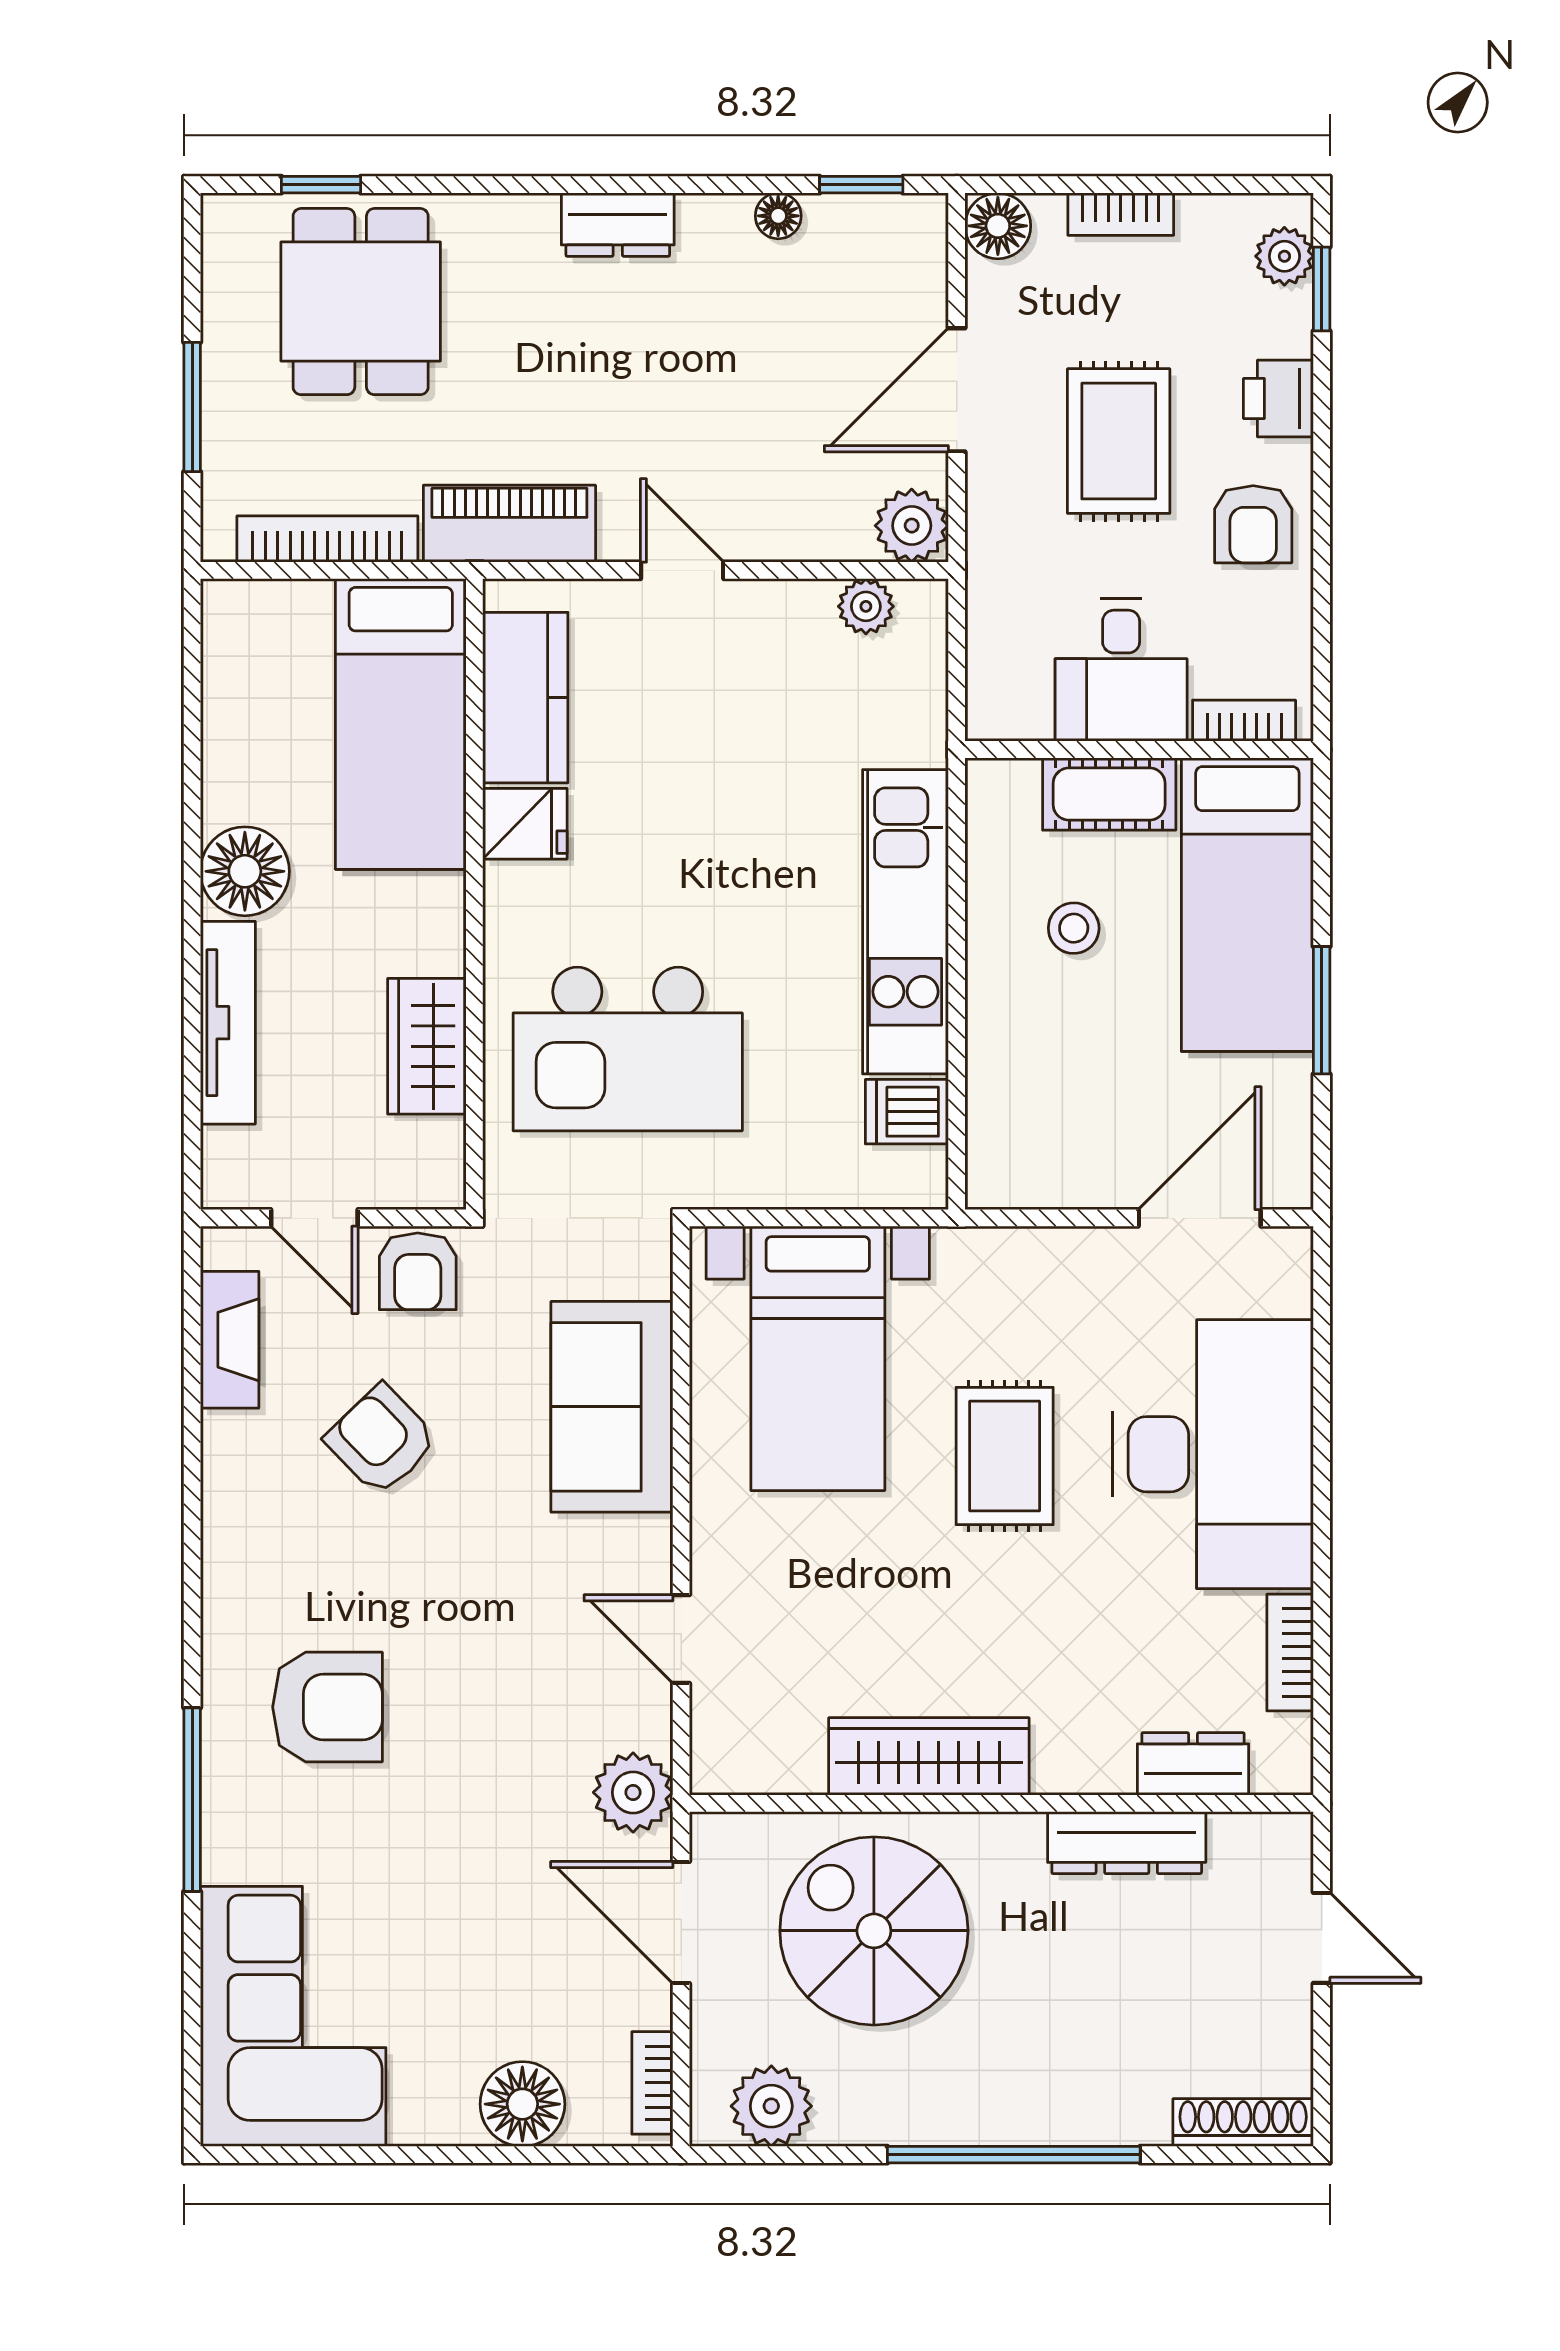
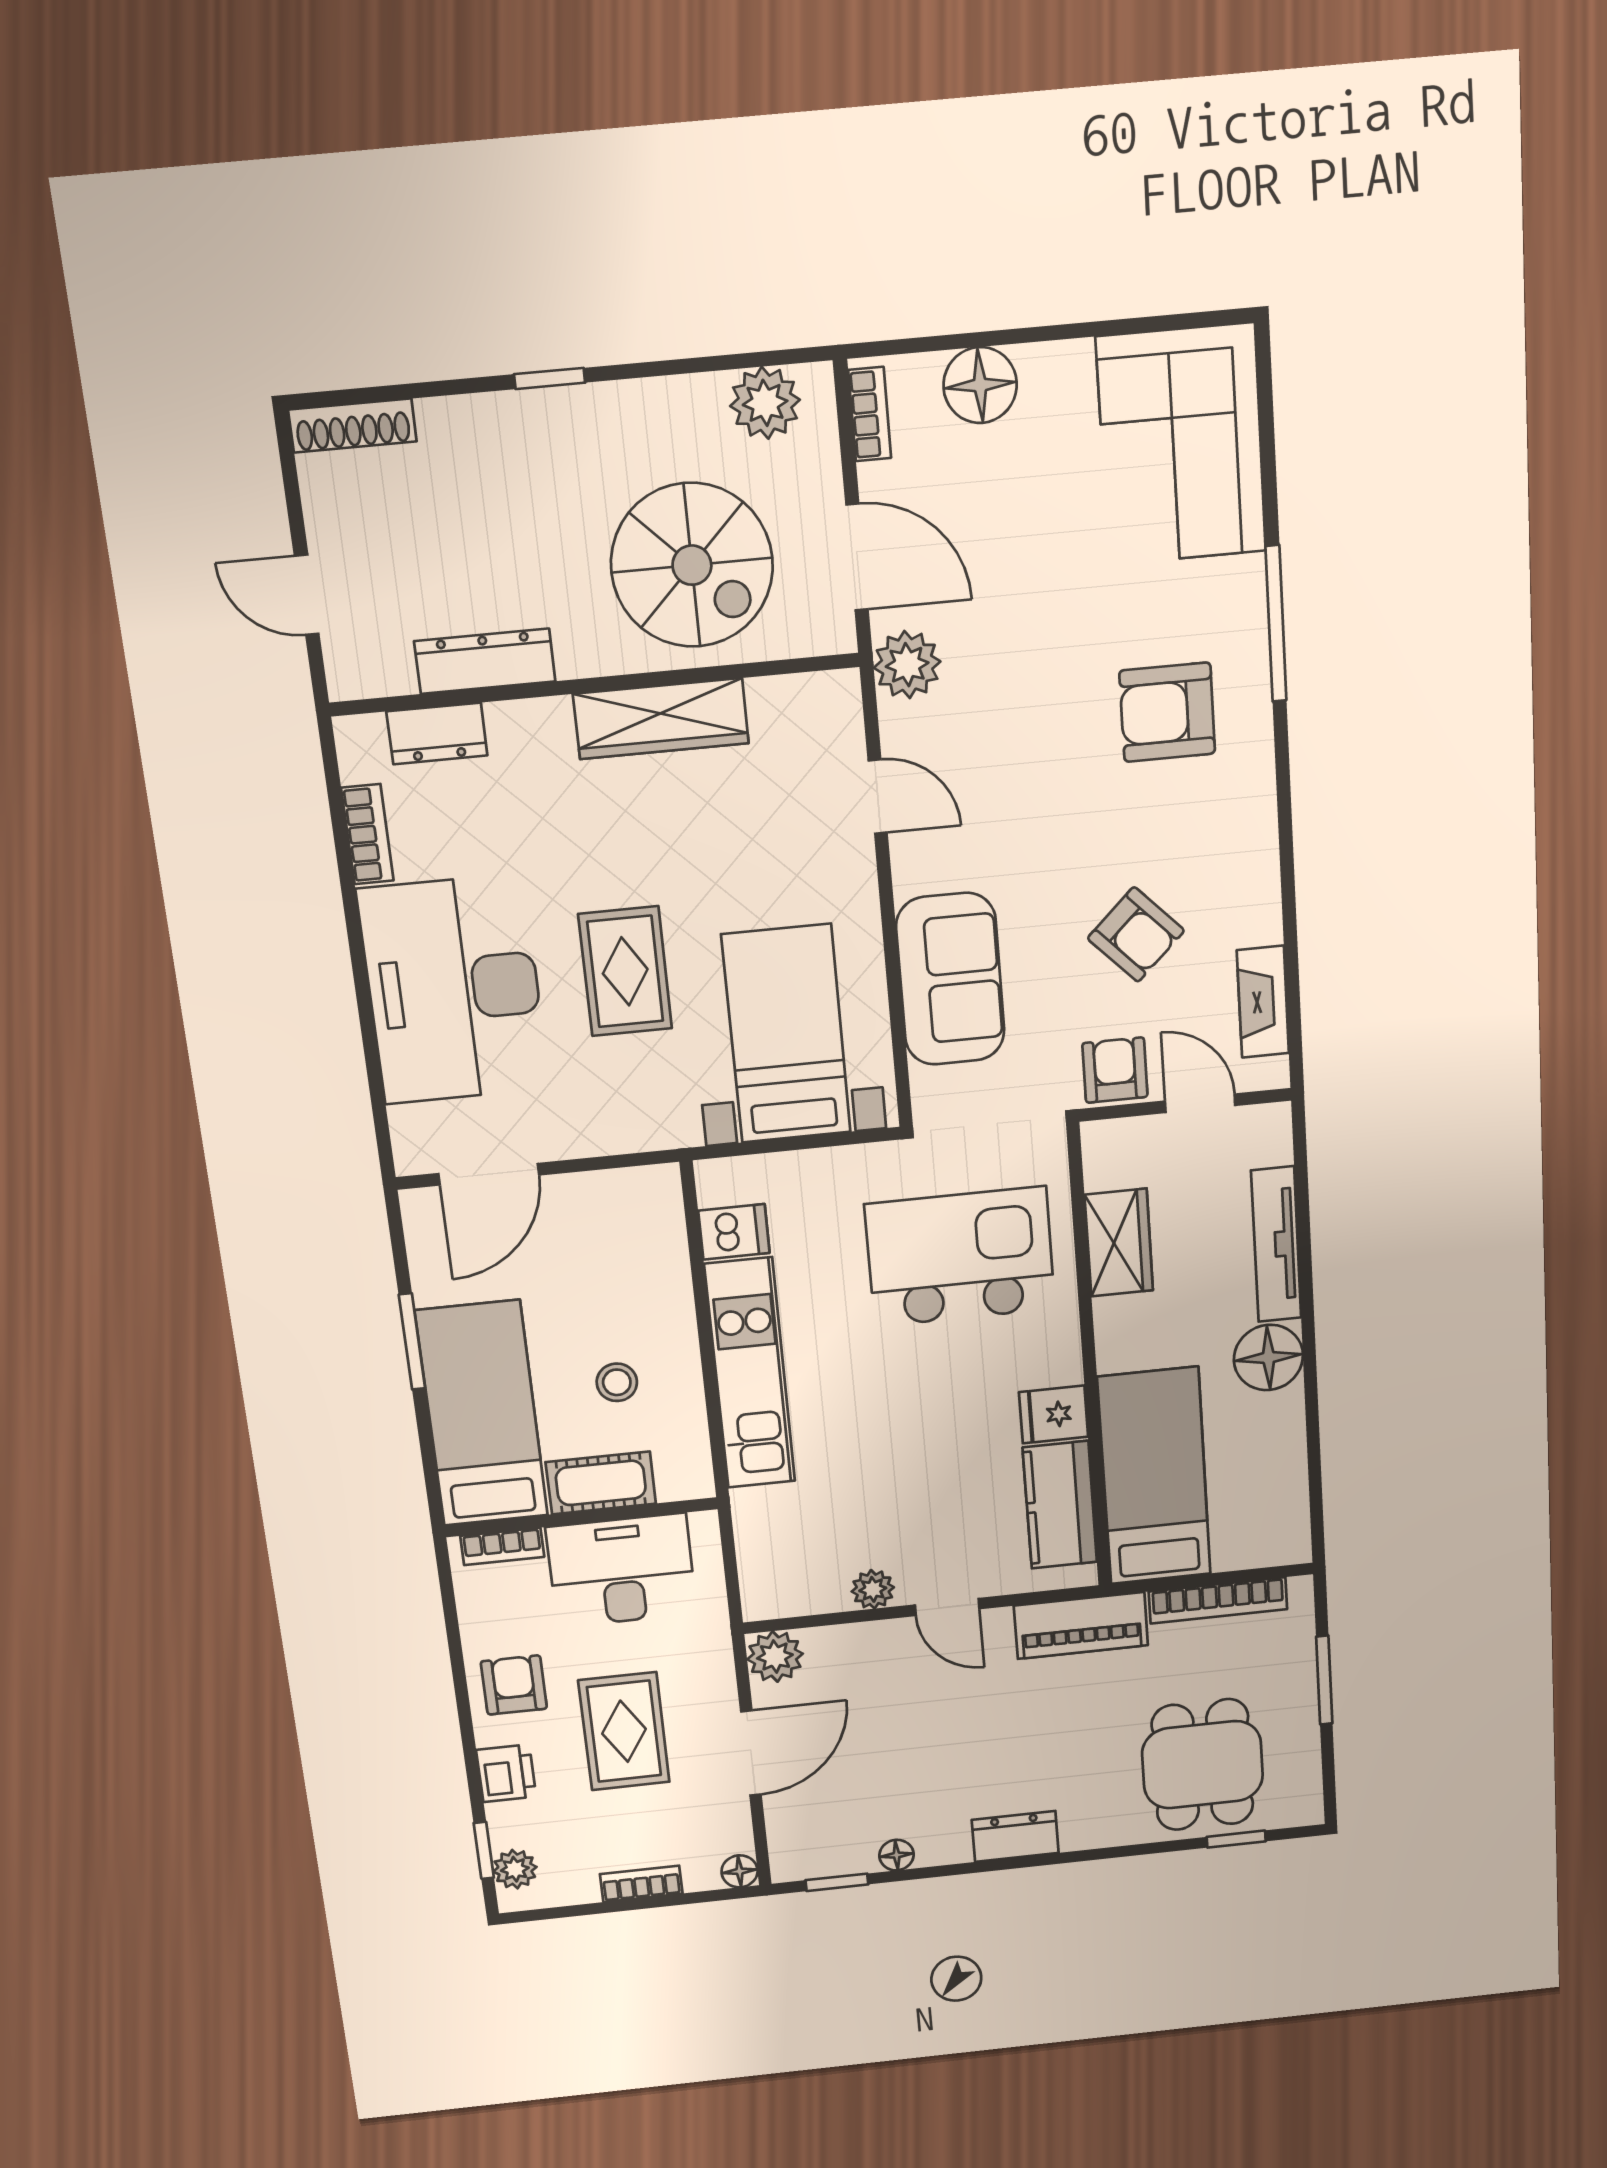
floor lamp: (998, 226) -> (740, 1871), width x0.73, depth x0.73
plant: (866, 606) -> (873, 1589), moved
desk: (1121, 670) -> (622, 1570), width x1.37
window: (1014, 2155) -> (550, 378), width x0.32

